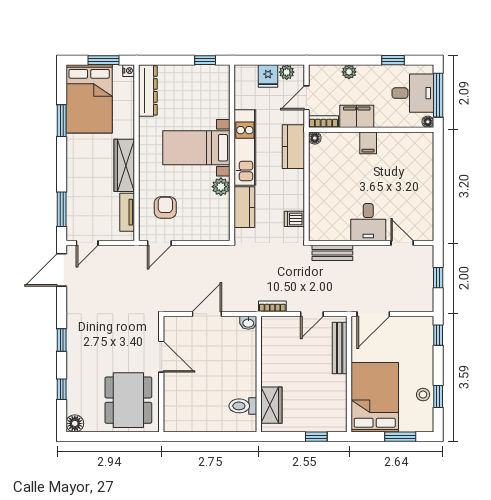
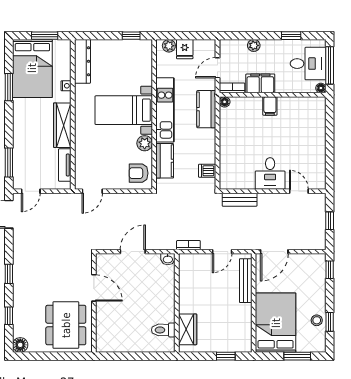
nightstand: (129, 71) -> (66, 86), moved
plant: (287, 72) -> (169, 46), moved
armchair: (165, 207) -> (139, 173), moved, turned -90

